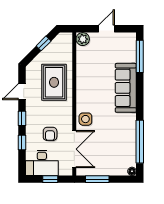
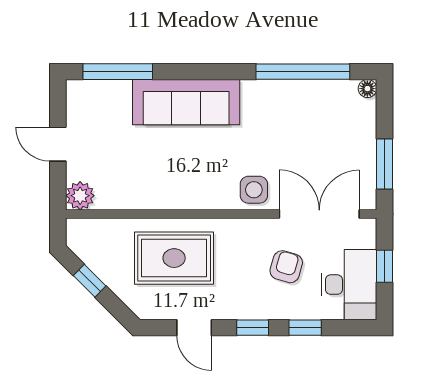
armchair: (50, 134) -> (286, 267), turned -74

